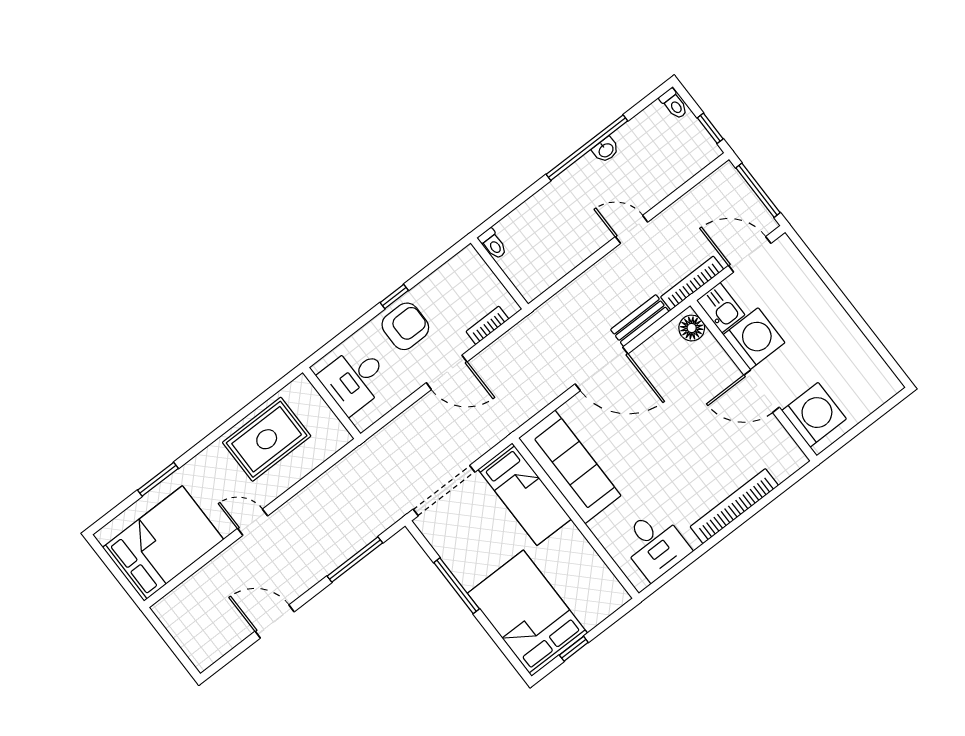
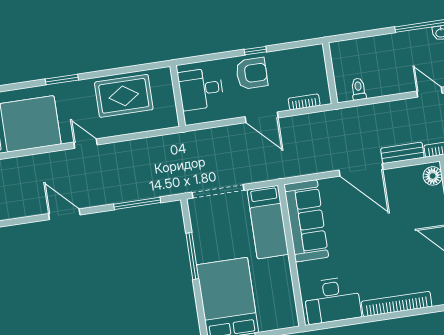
toilet: (493, 244) -> (358, 89), moved, turned 180
window: (158, 479) -> (62, 80), moved
desk: (655, 545) -> (332, 300), width x1.37

